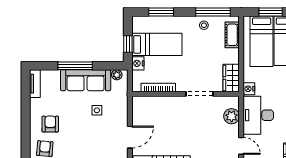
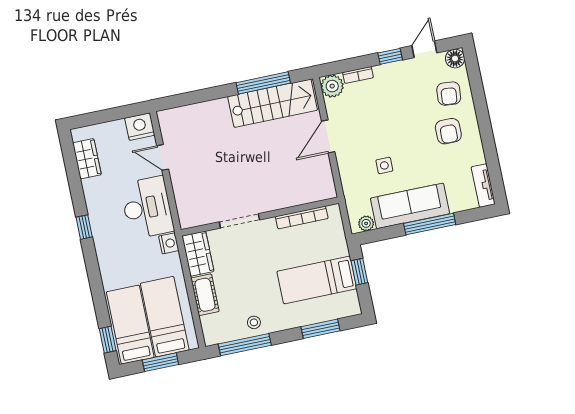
cot: (232, 35) -> (205, 295), moved
nightstand: (138, 63) -> (339, 247), removed
plant: (232, 116) -> (186, 198), removed

